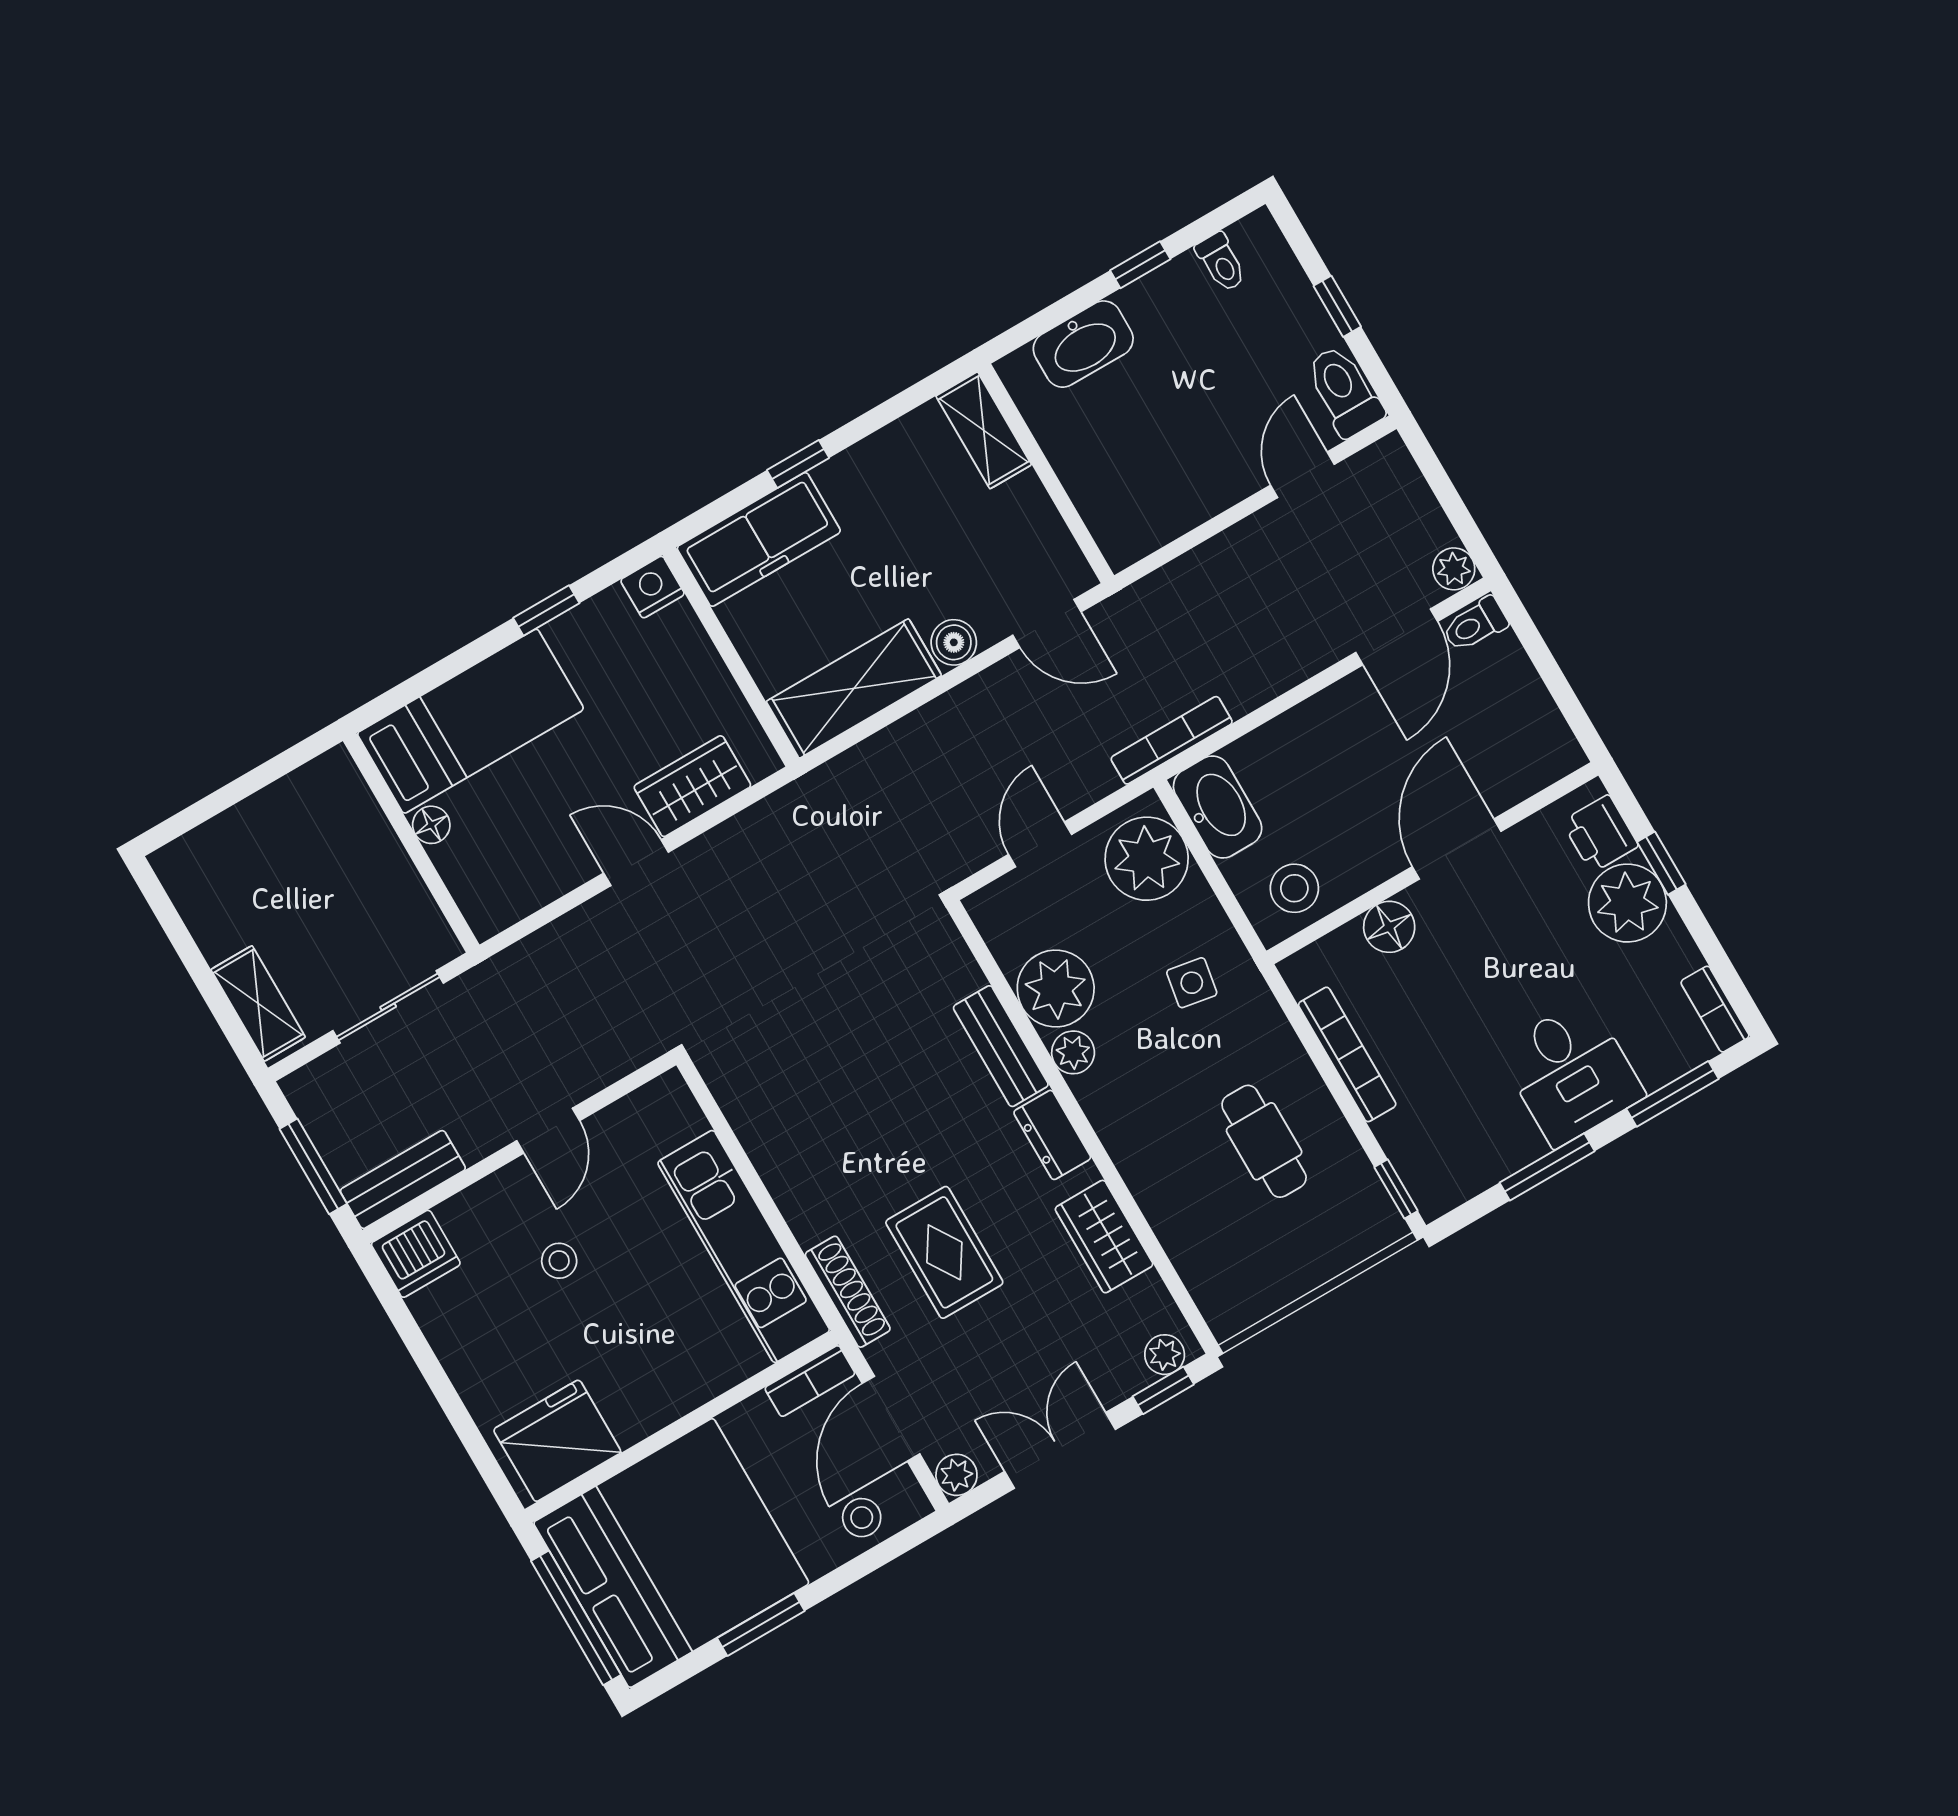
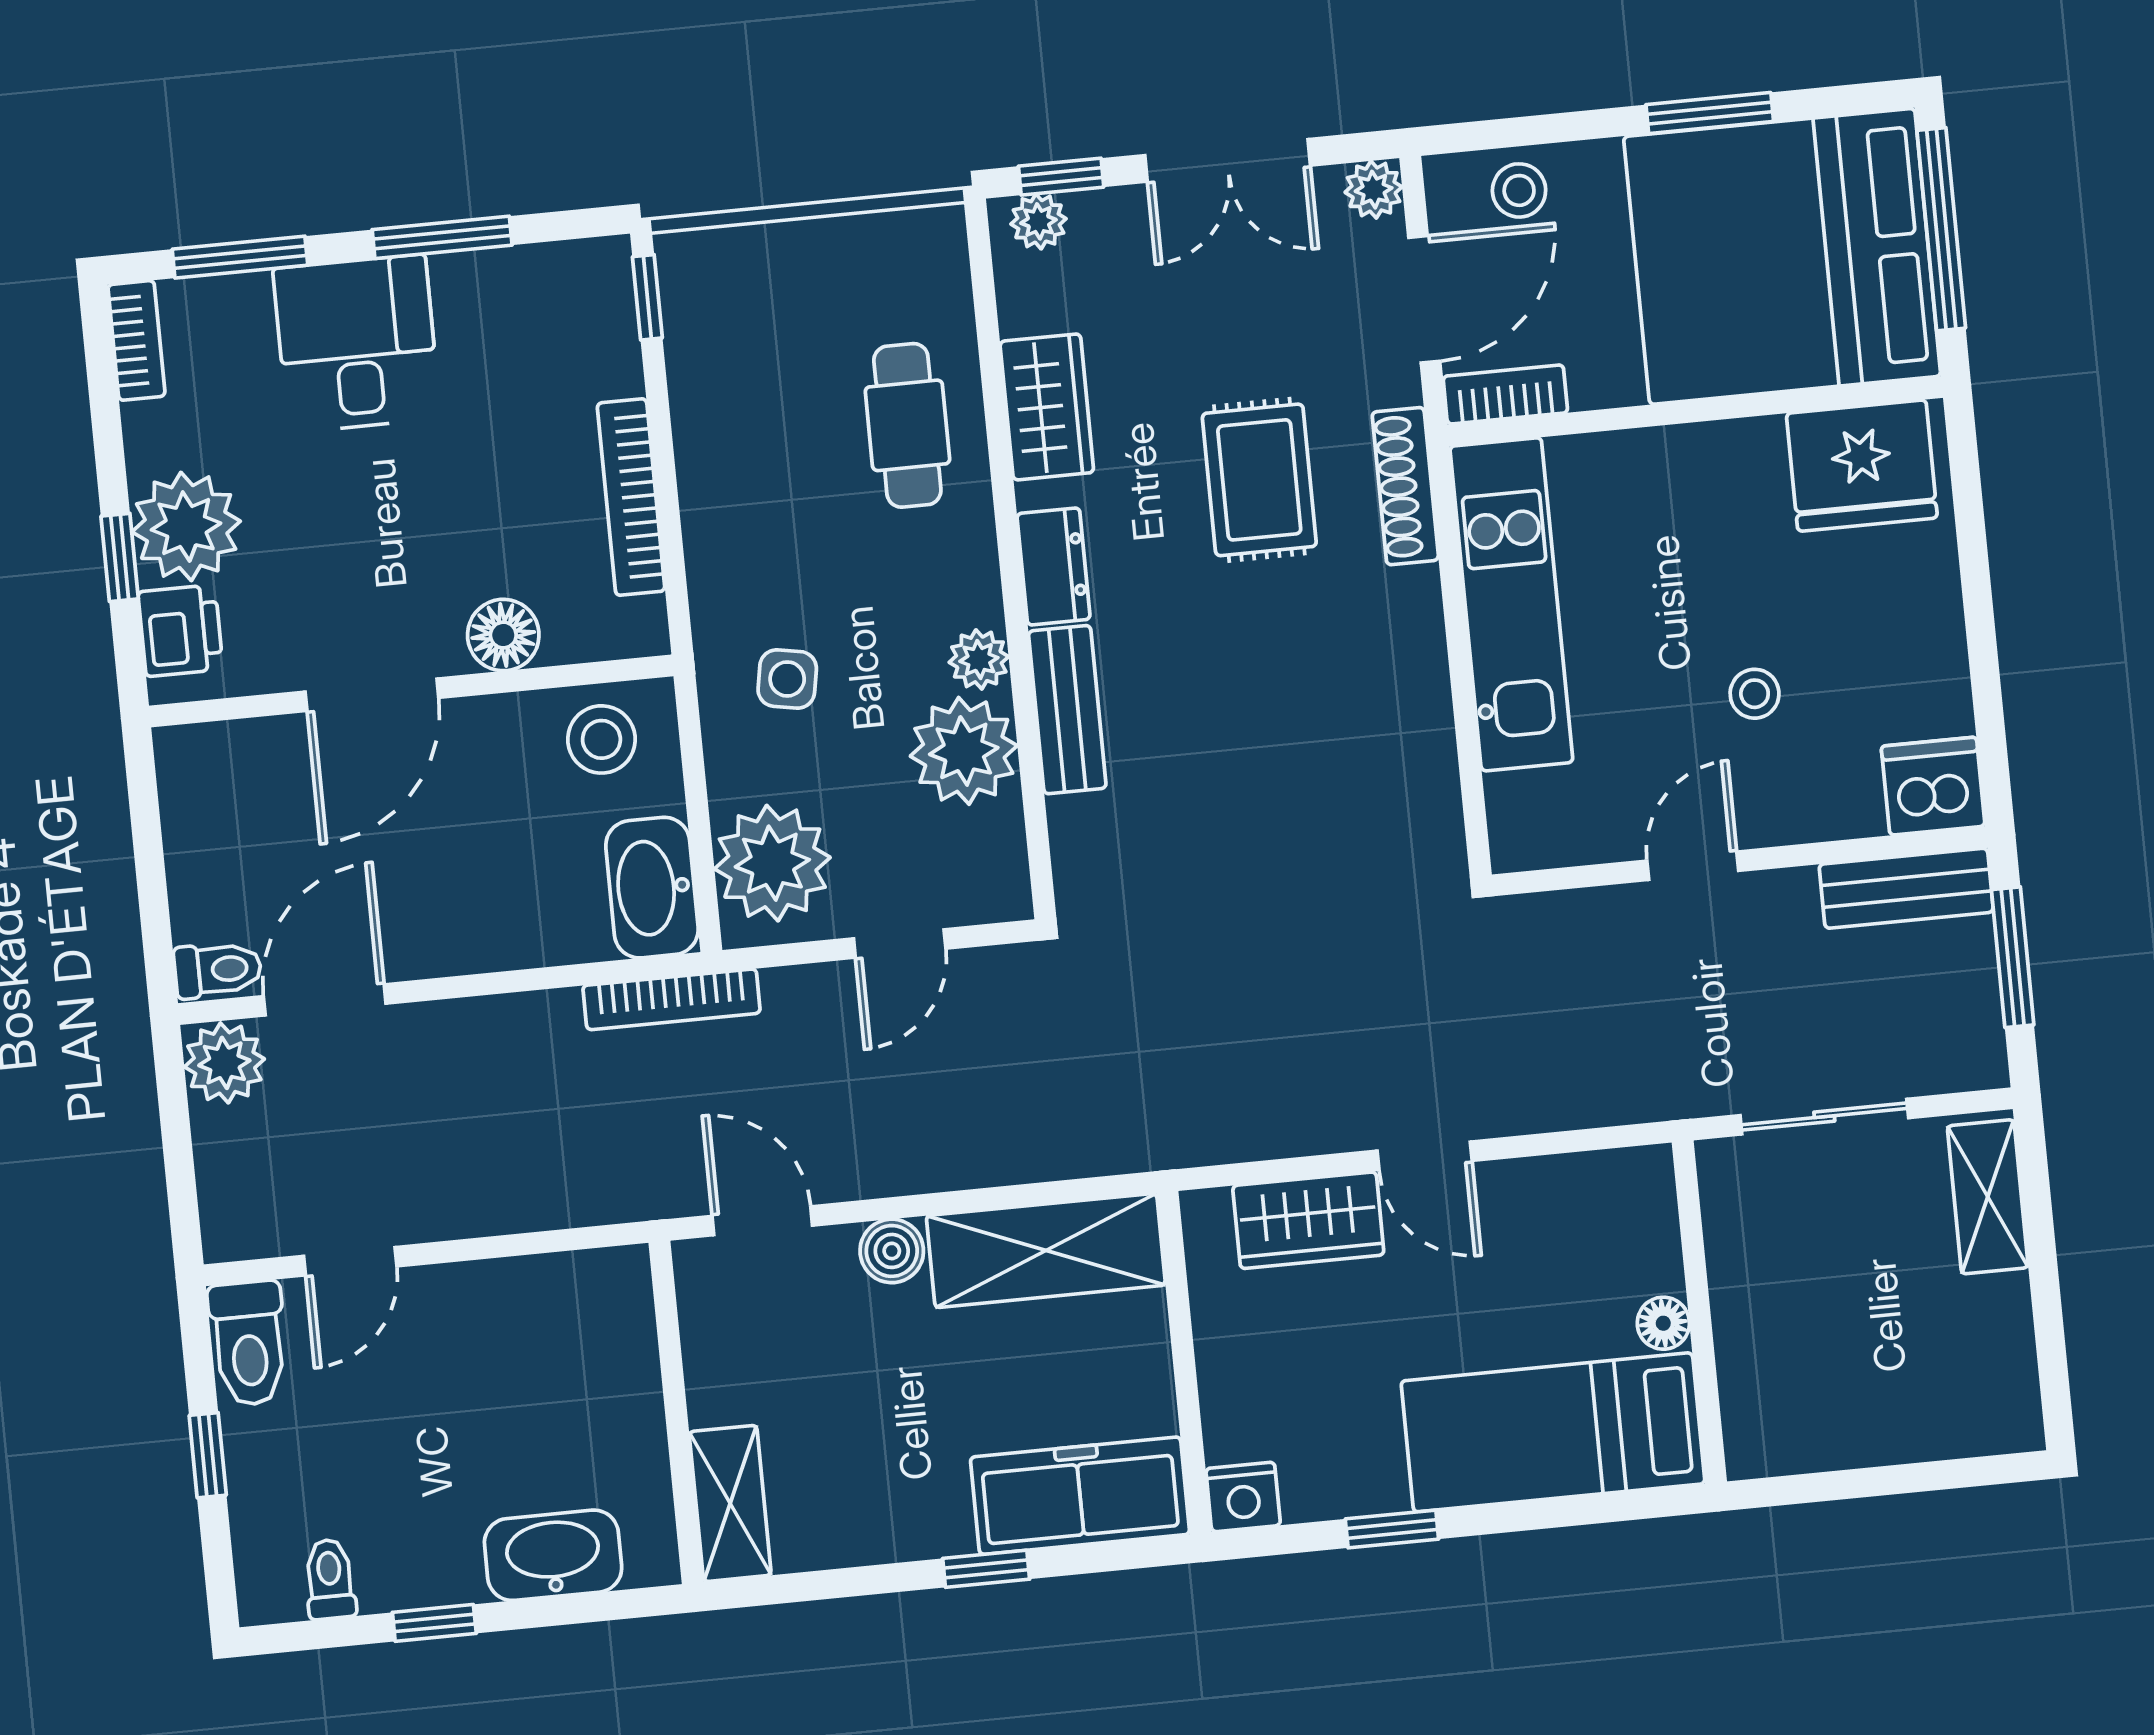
plant: (1454, 569) -> (224, 1063), width x1.38, depth x1.38
cafe table: (1264, 1141) -> (907, 425), moved

